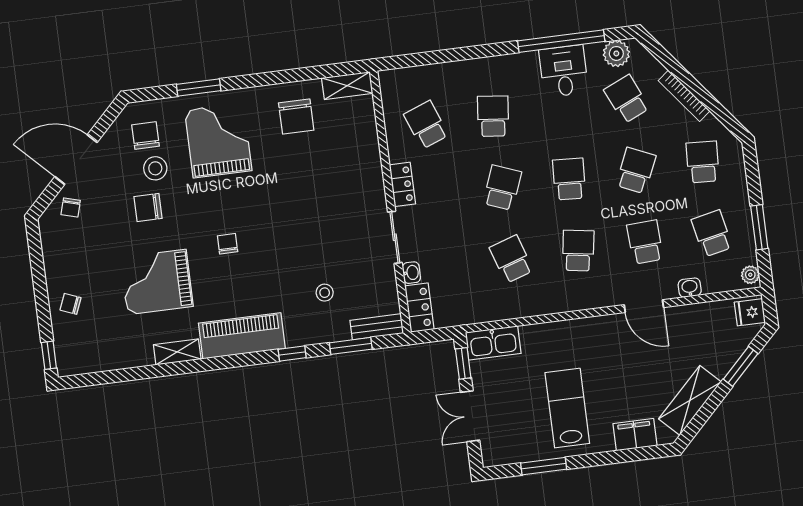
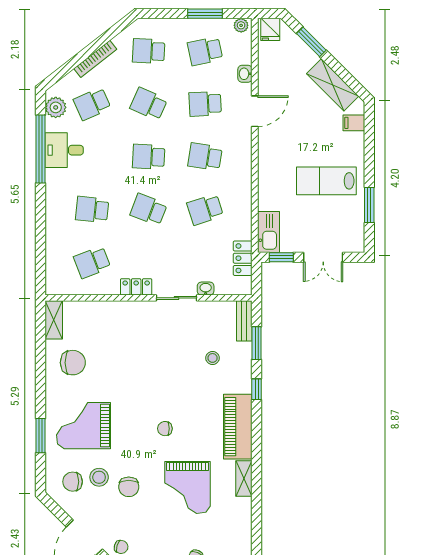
locker: (419, 308) -> (243, 258), moved, turned -90
filing cabinet: (635, 435) -> (354, 123), width x0.50

